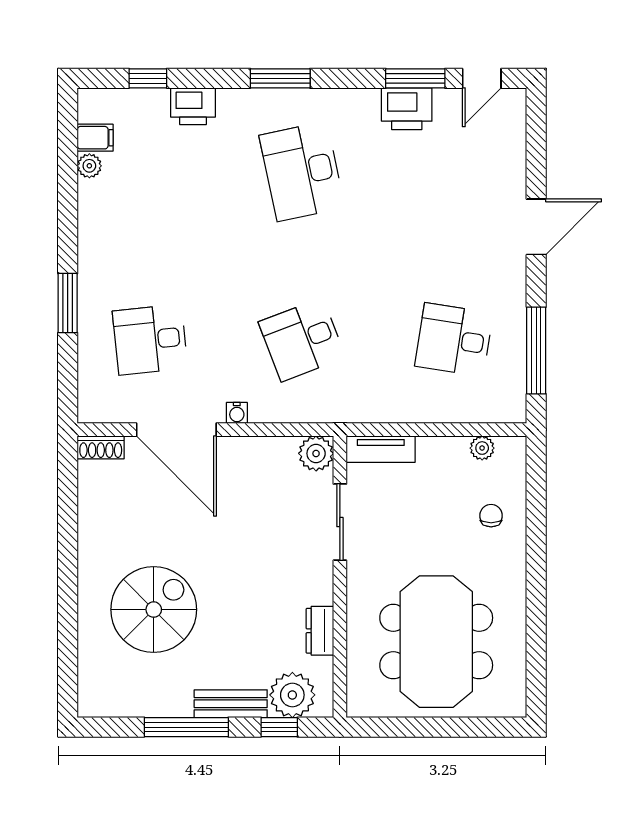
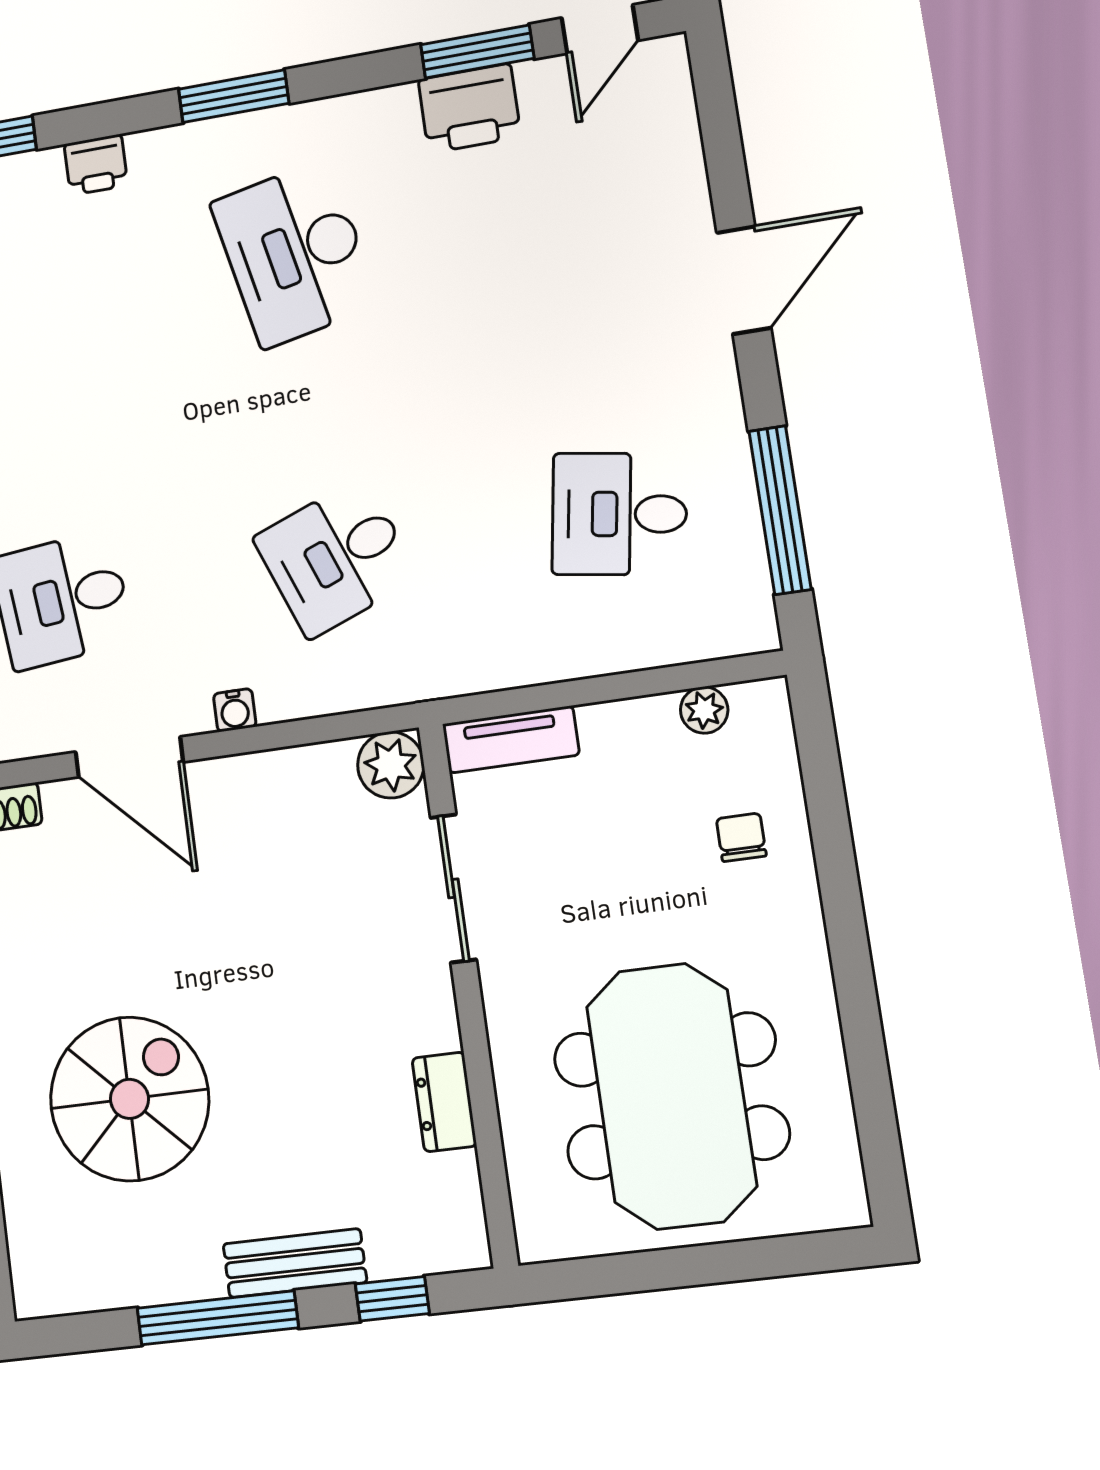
printer: (193, 106) -> (96, 165), width x0.73, depth x0.81
door: (176, 430) -> (129, 757), width x0.73
plant: (292, 695) -> (409, 1233), removed

